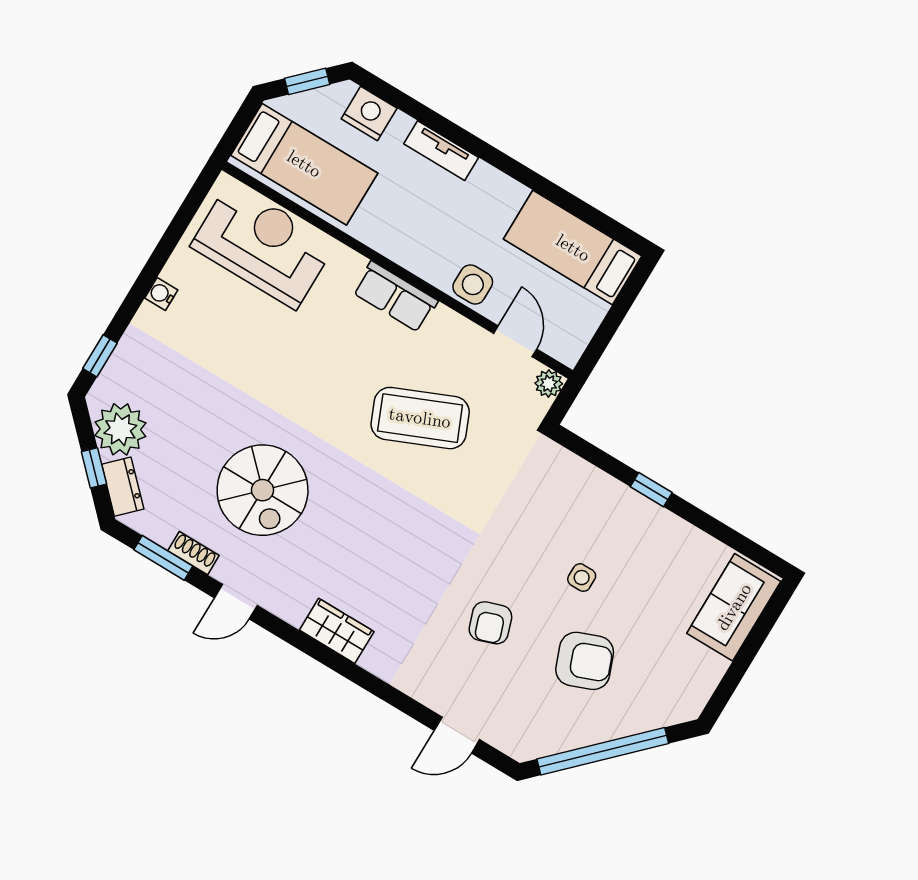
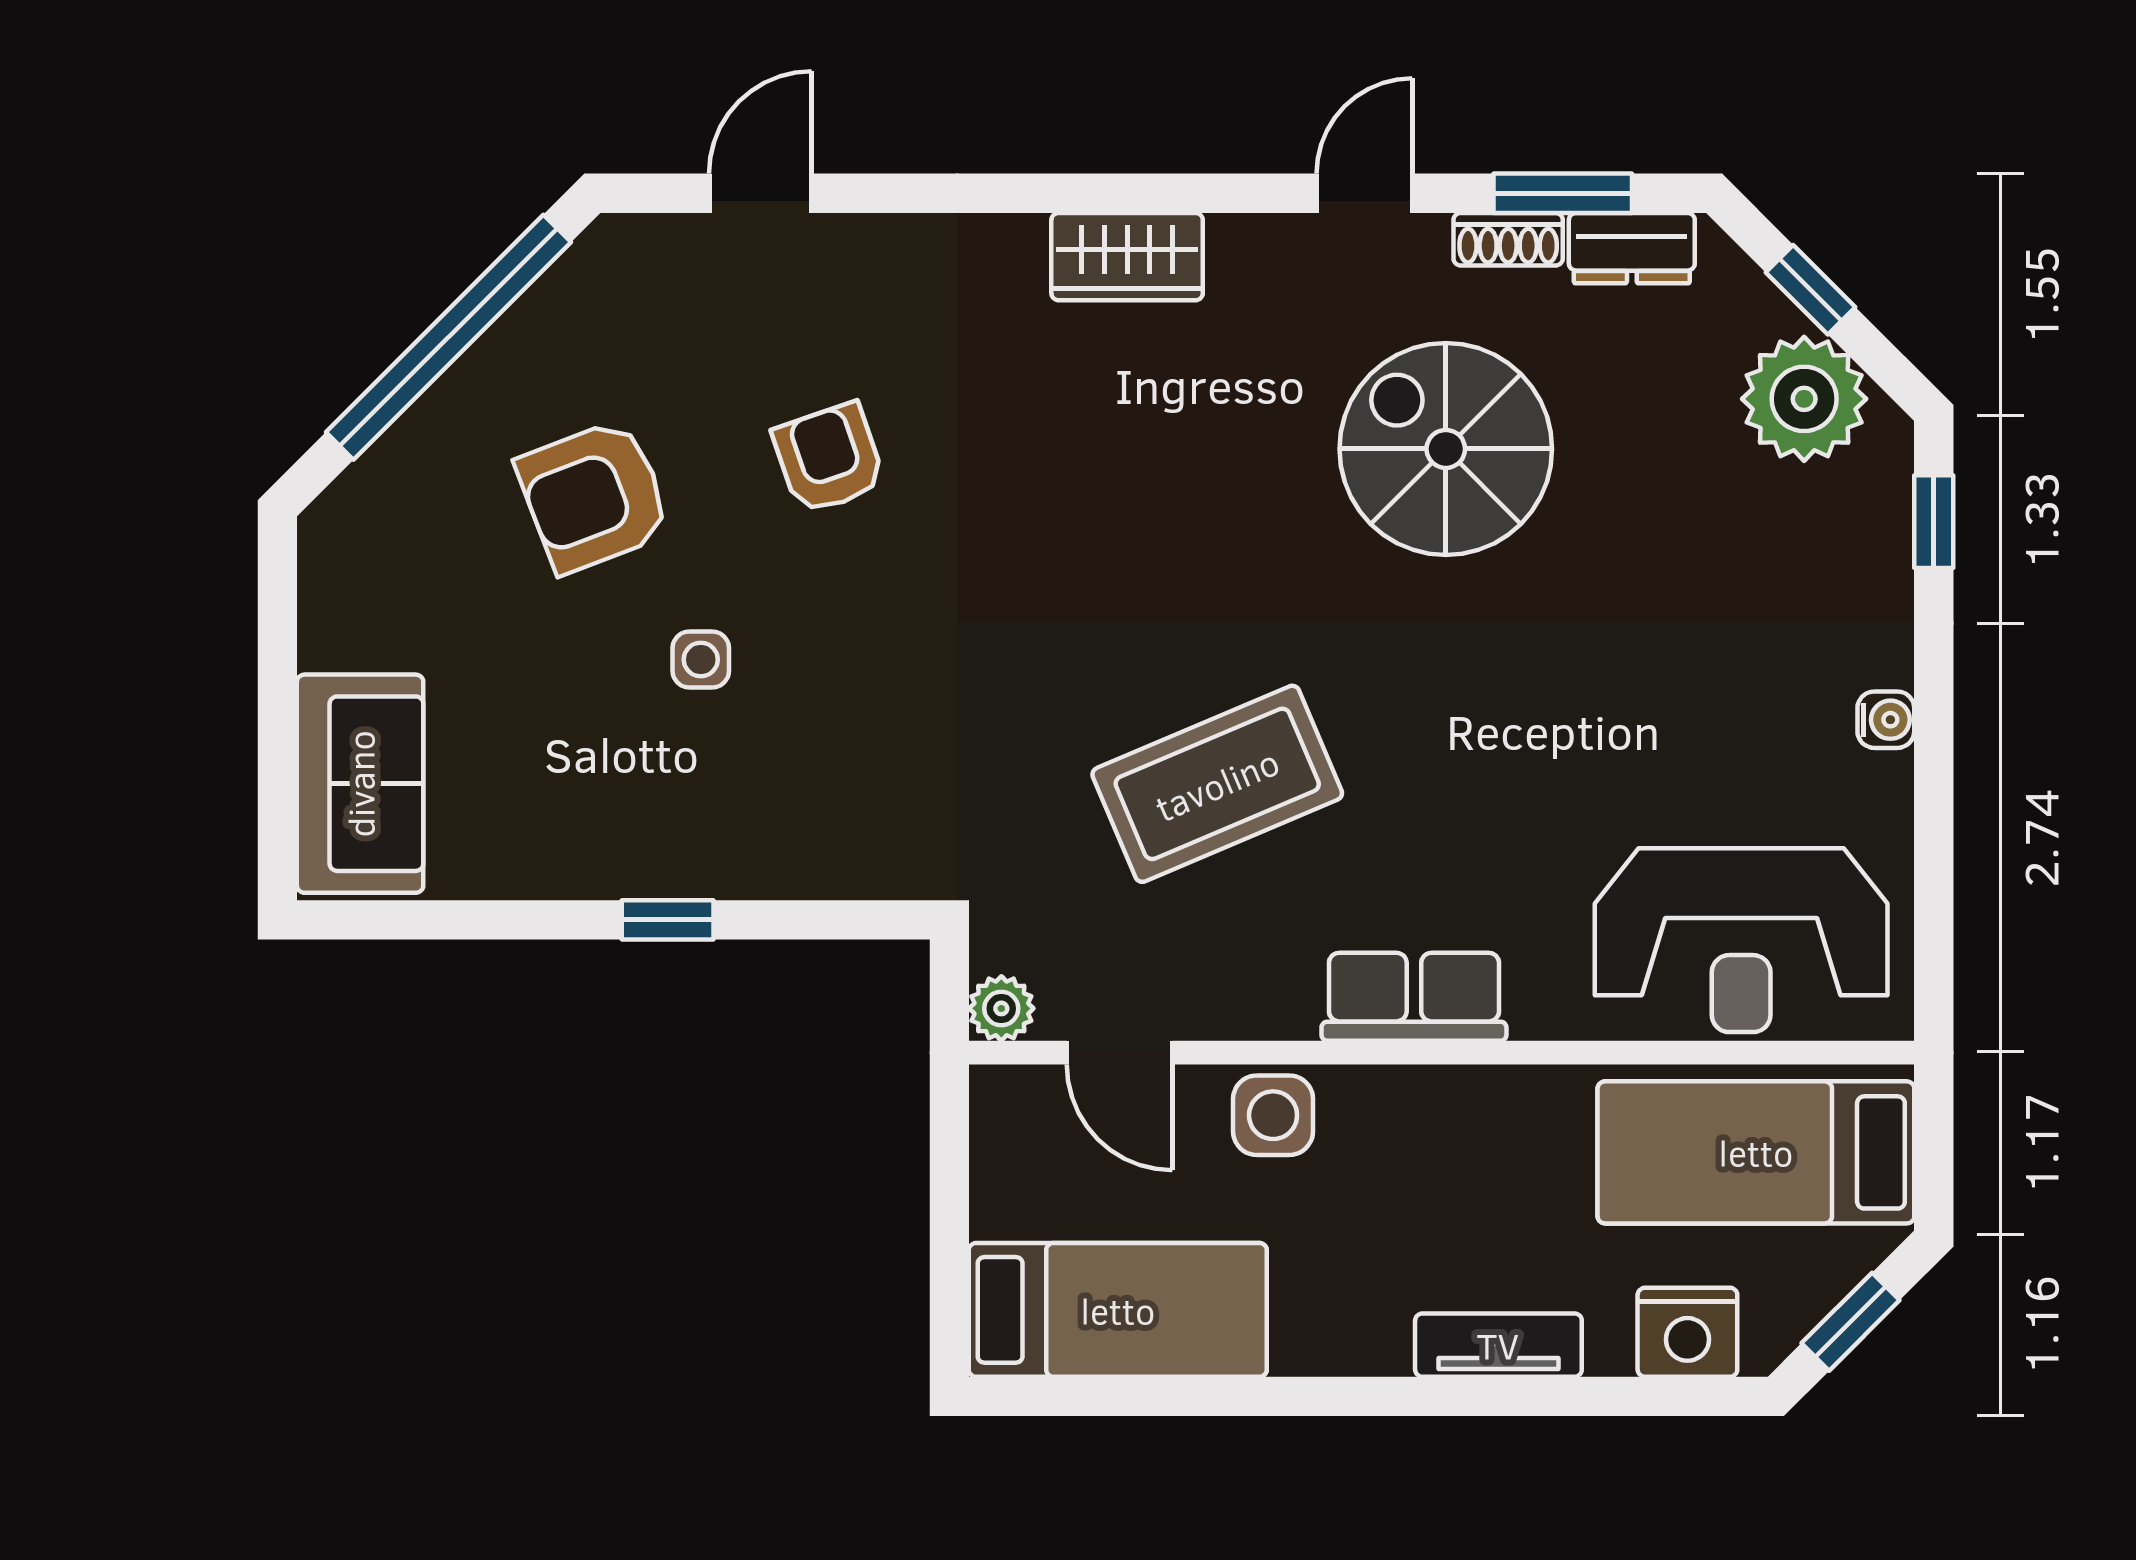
dresser: (123, 487) -> (1632, 248), moved, turned -45

